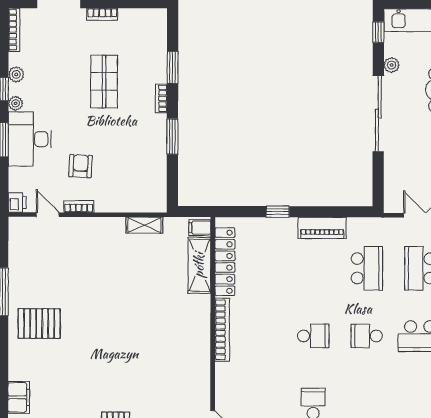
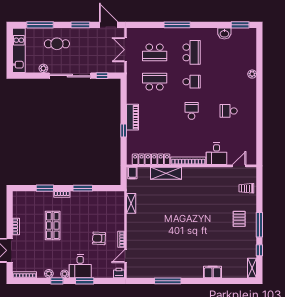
window: (378, 32) -> (102, 76), moved
shop shelf: (104, 82) -> (53, 226), turned 90
desk: (30, 139) -> (80, 266), width x0.73
piano: (322, 228) -> (133, 117), moved
shelving: (199, 265) -> (166, 173), moved
pallet: (39, 324) -> (185, 261), removed
school desk: (367, 336) -> (192, 82), turned -90
desk: (235, 381) -> (217, 154), added
filing cabinet: (19, 397) -> (213, 272), moved

